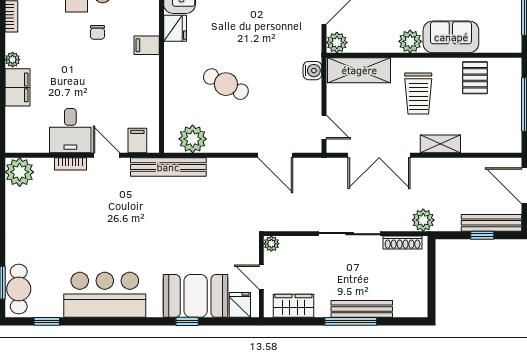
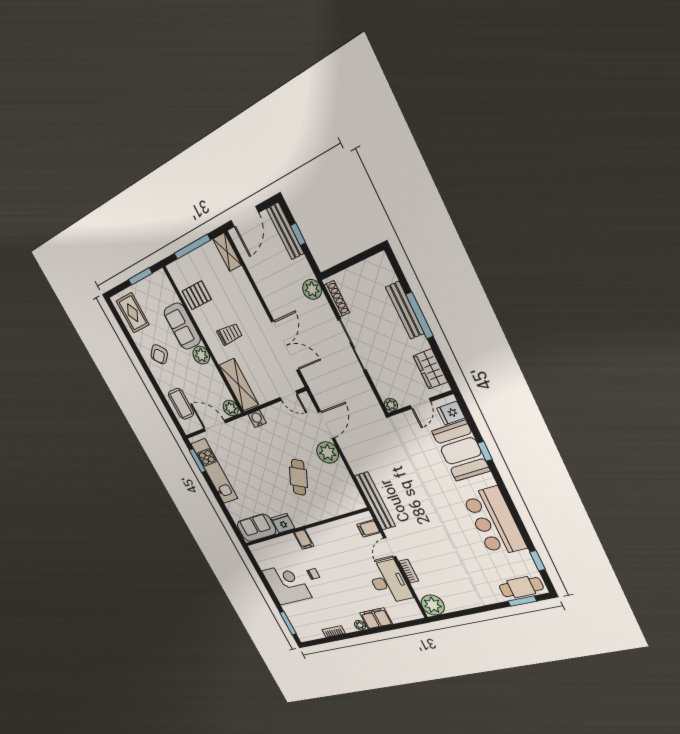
trolley: (418, 94) -> (230, 334), width x0.73, depth x0.72
door: (324, 127) -> (289, 396), swing flipped
desk: (70, 131) -> (389, 582), width x1.37
plant: (193, 139) -> (328, 453), moved
shelving: (440, 144) -> (227, 252), moved

